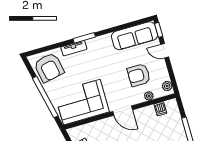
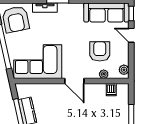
armchair: (139, 75) -> (100, 51), turned 90

